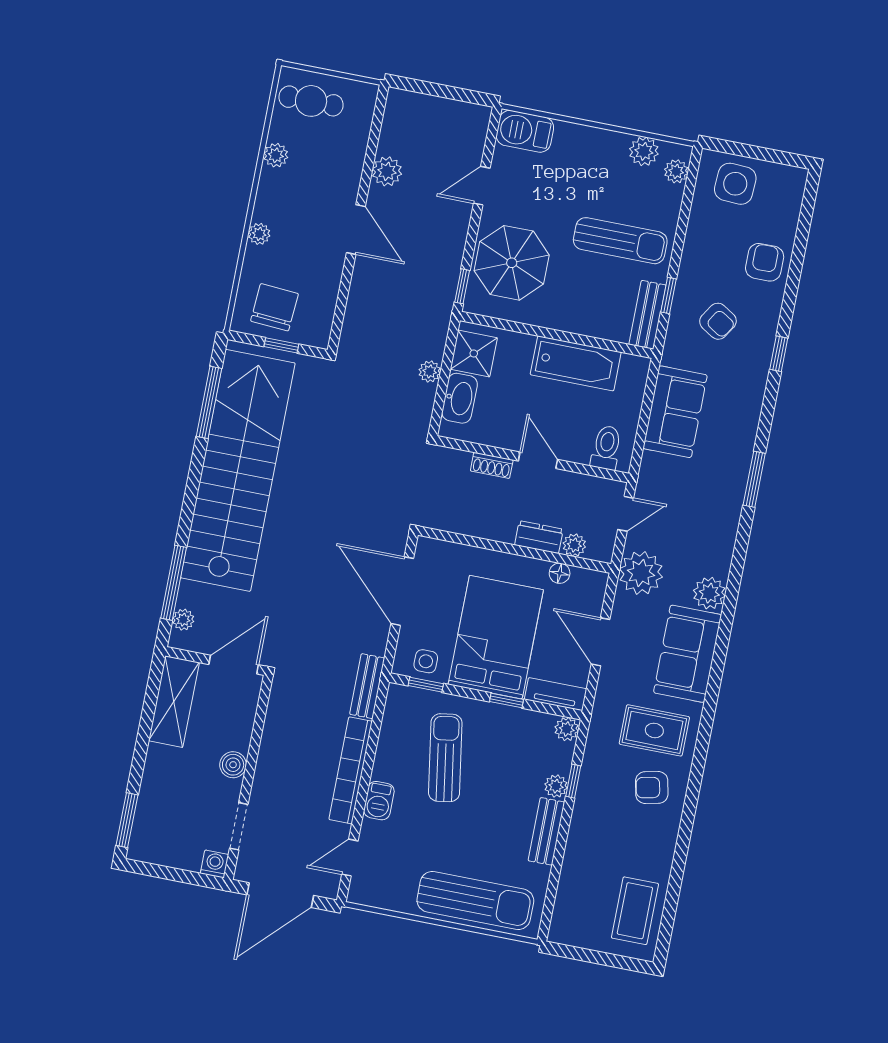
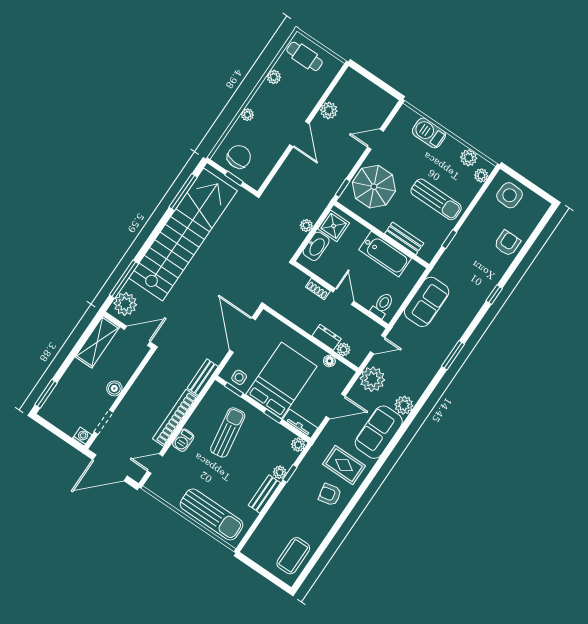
barbecue: (525, 131) -> (429, 133), moved
bench: (648, 315) -> (404, 238), moved, turned 90
armchair: (718, 321) -> (470, 264), removed
plant: (183, 620) -> (125, 304), width x1.87, depth x1.87
door: (601, 642) -> (336, 406), swing flipped

